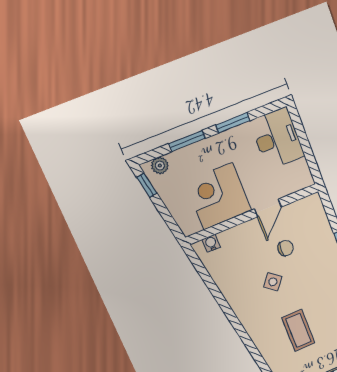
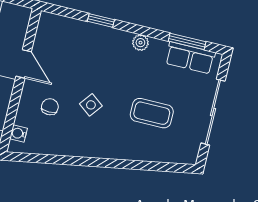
chair: (286, 248) -> (50, 107), moved

